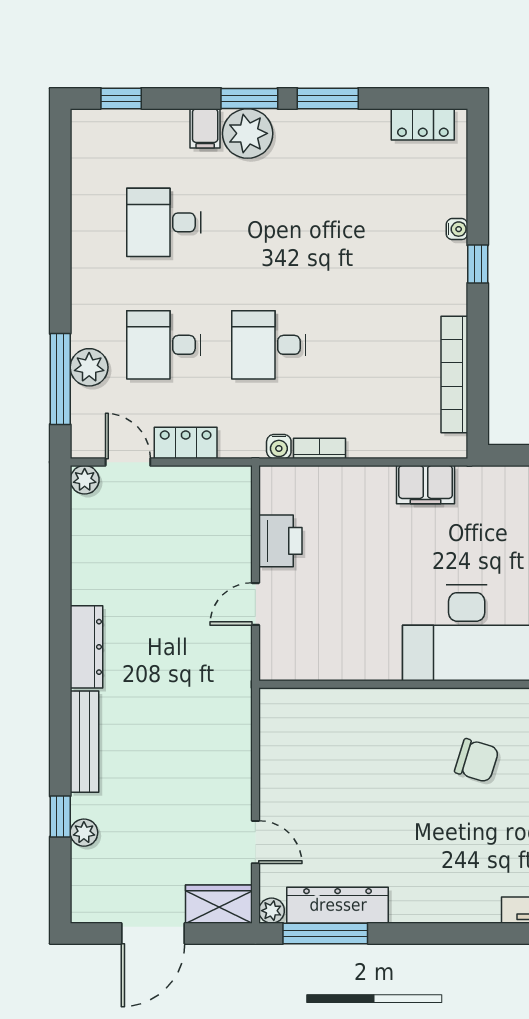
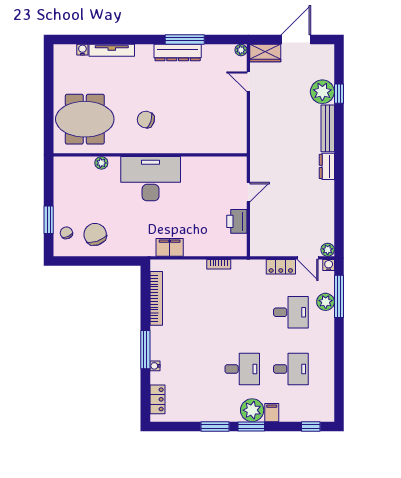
locker: (423, 124) -> (157, 399), moved, turned 90
window: (478, 264) -> (145, 350), width x2.17
desk: (269, 345) -> (242, 369), moved
water cooler: (279, 447) -> (329, 265), moved
dresser: (86, 647) -> (327, 166), width x0.70
plant: (84, 833) -> (322, 92), width x1.87, depth x1.87
dresser: (338, 905) -> (178, 52), moved
window: (325, 933) -> (185, 39), moved

